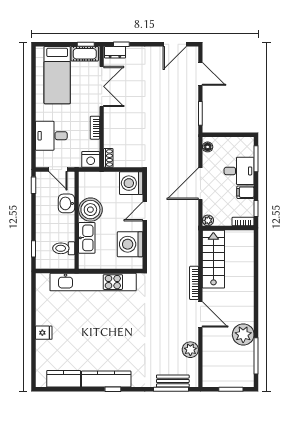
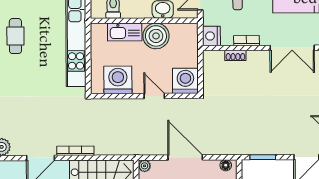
shoe rack: (108, 158) -> (235, 55), moved
cafe table: (90, 337) -> (15, 36), added

